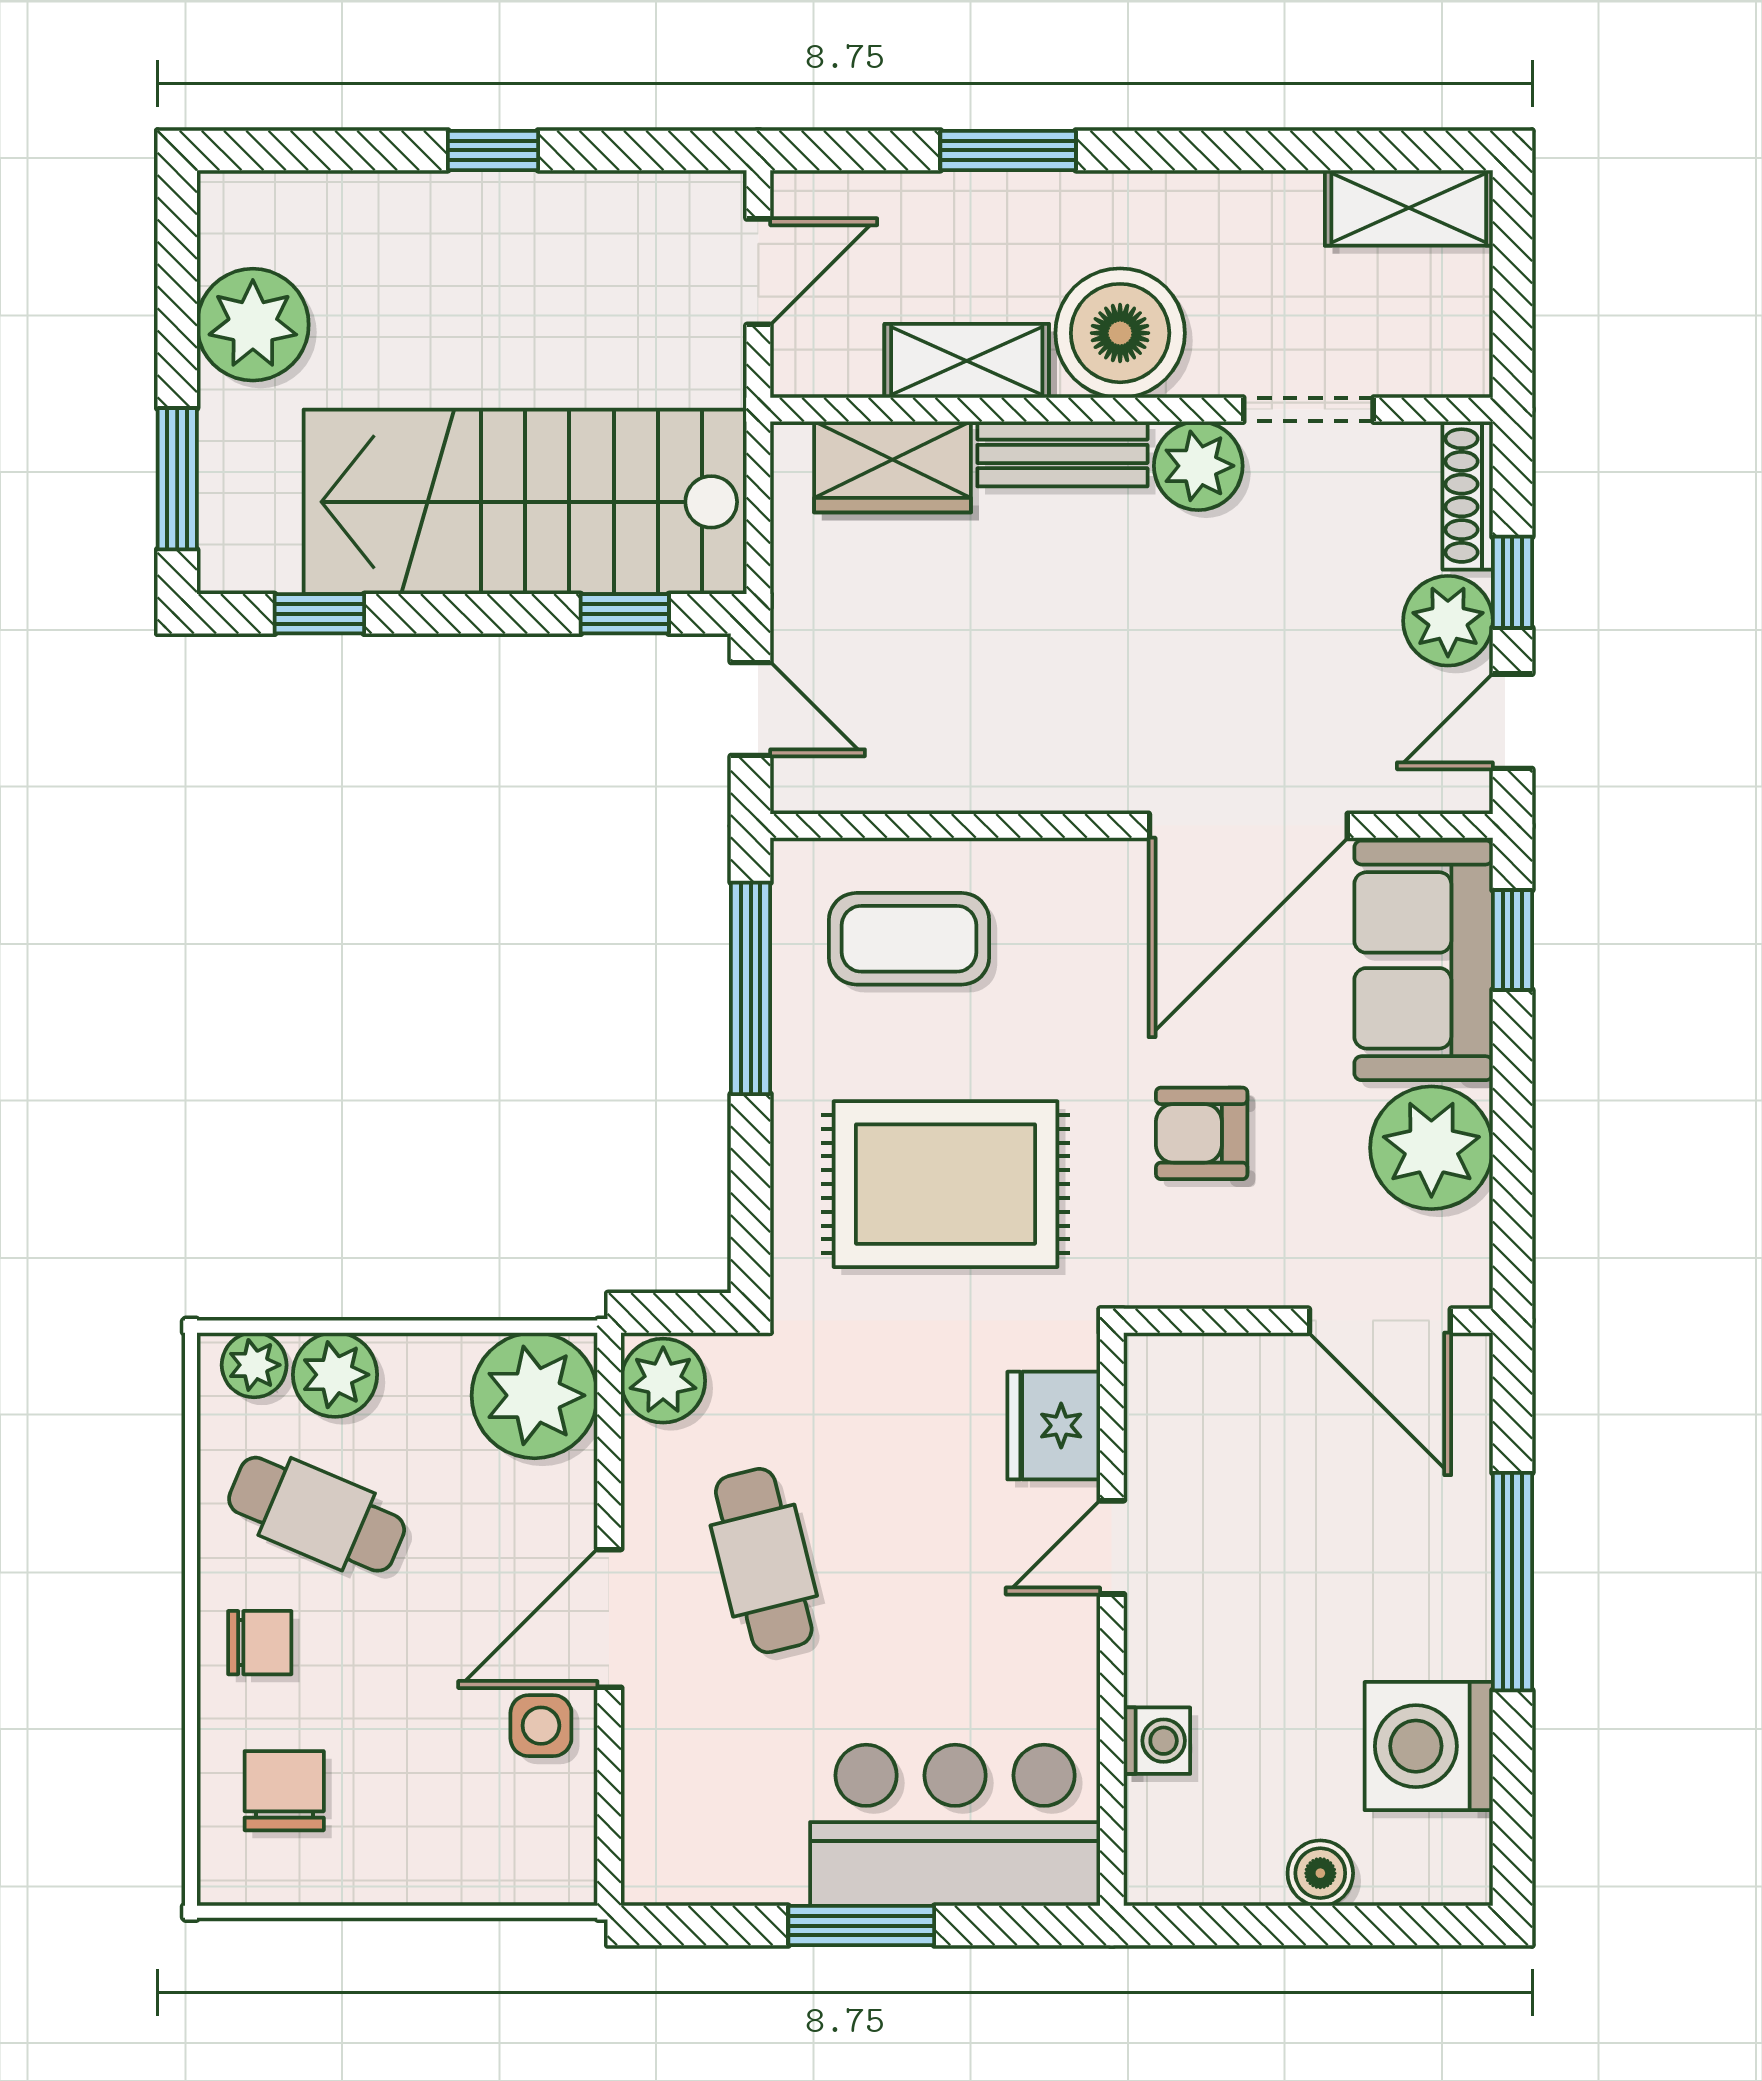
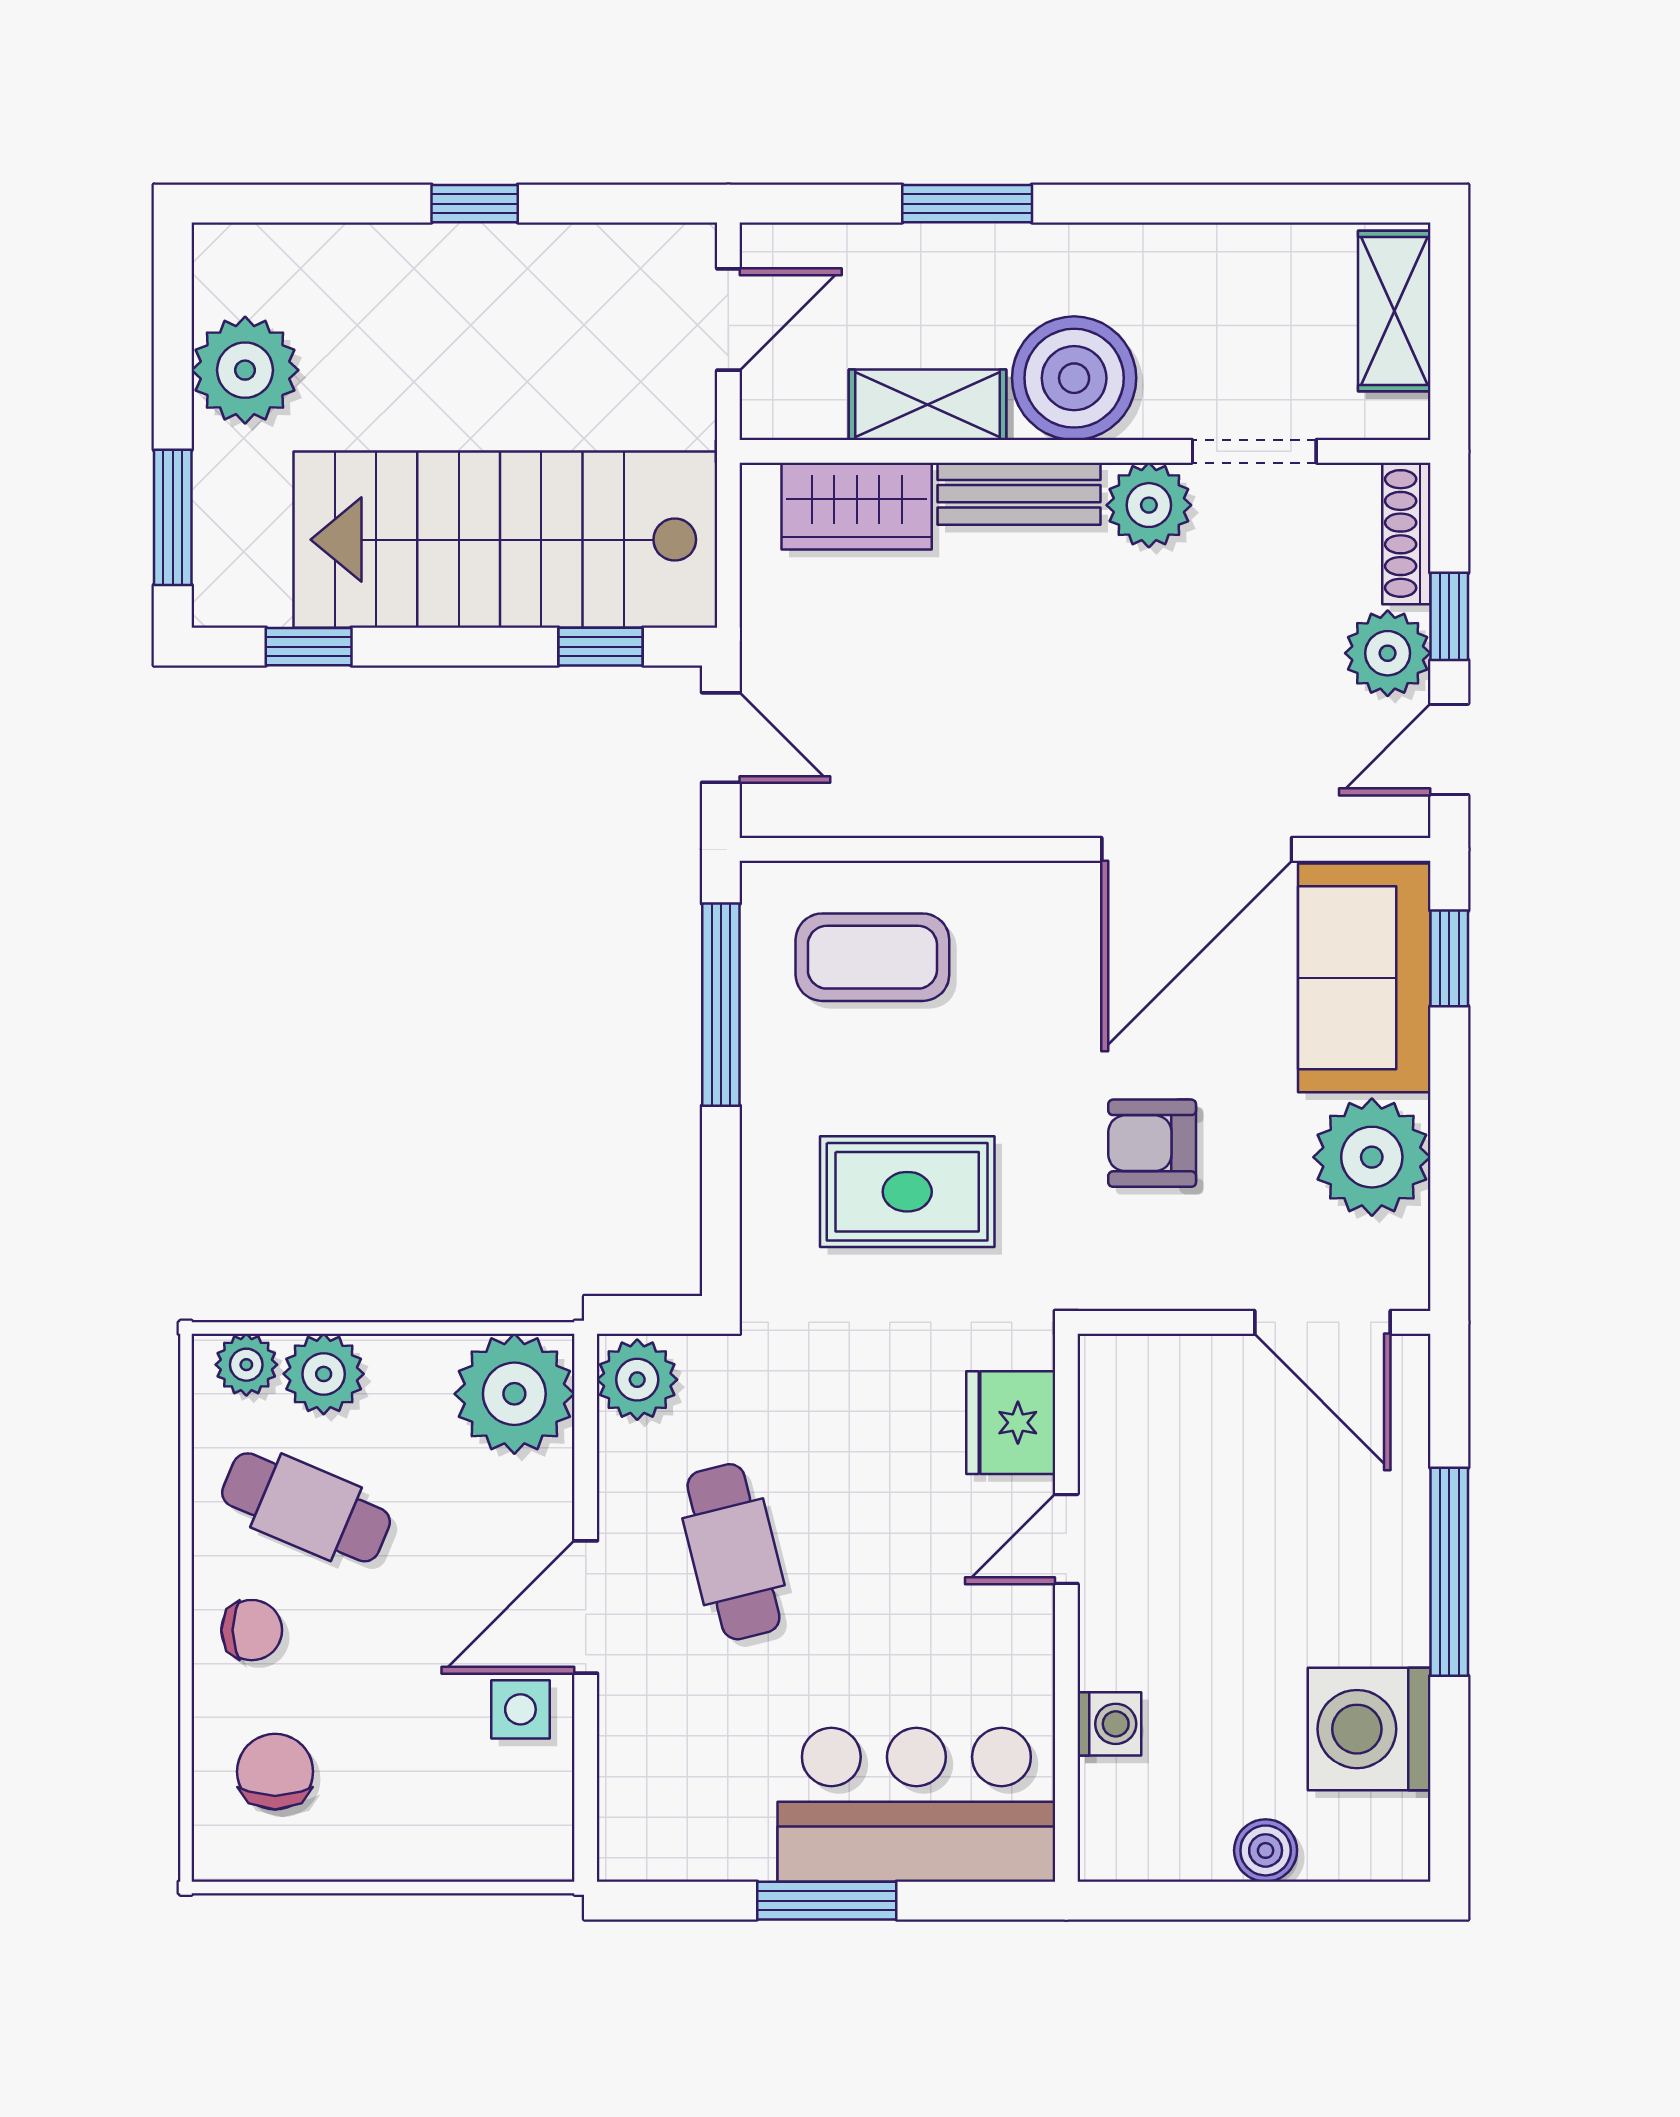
shelving: (1409, 208) -> (1394, 311), moved, turned 90
rug: (945, 1184) -> (907, 1192), width x0.73, depth x0.70

